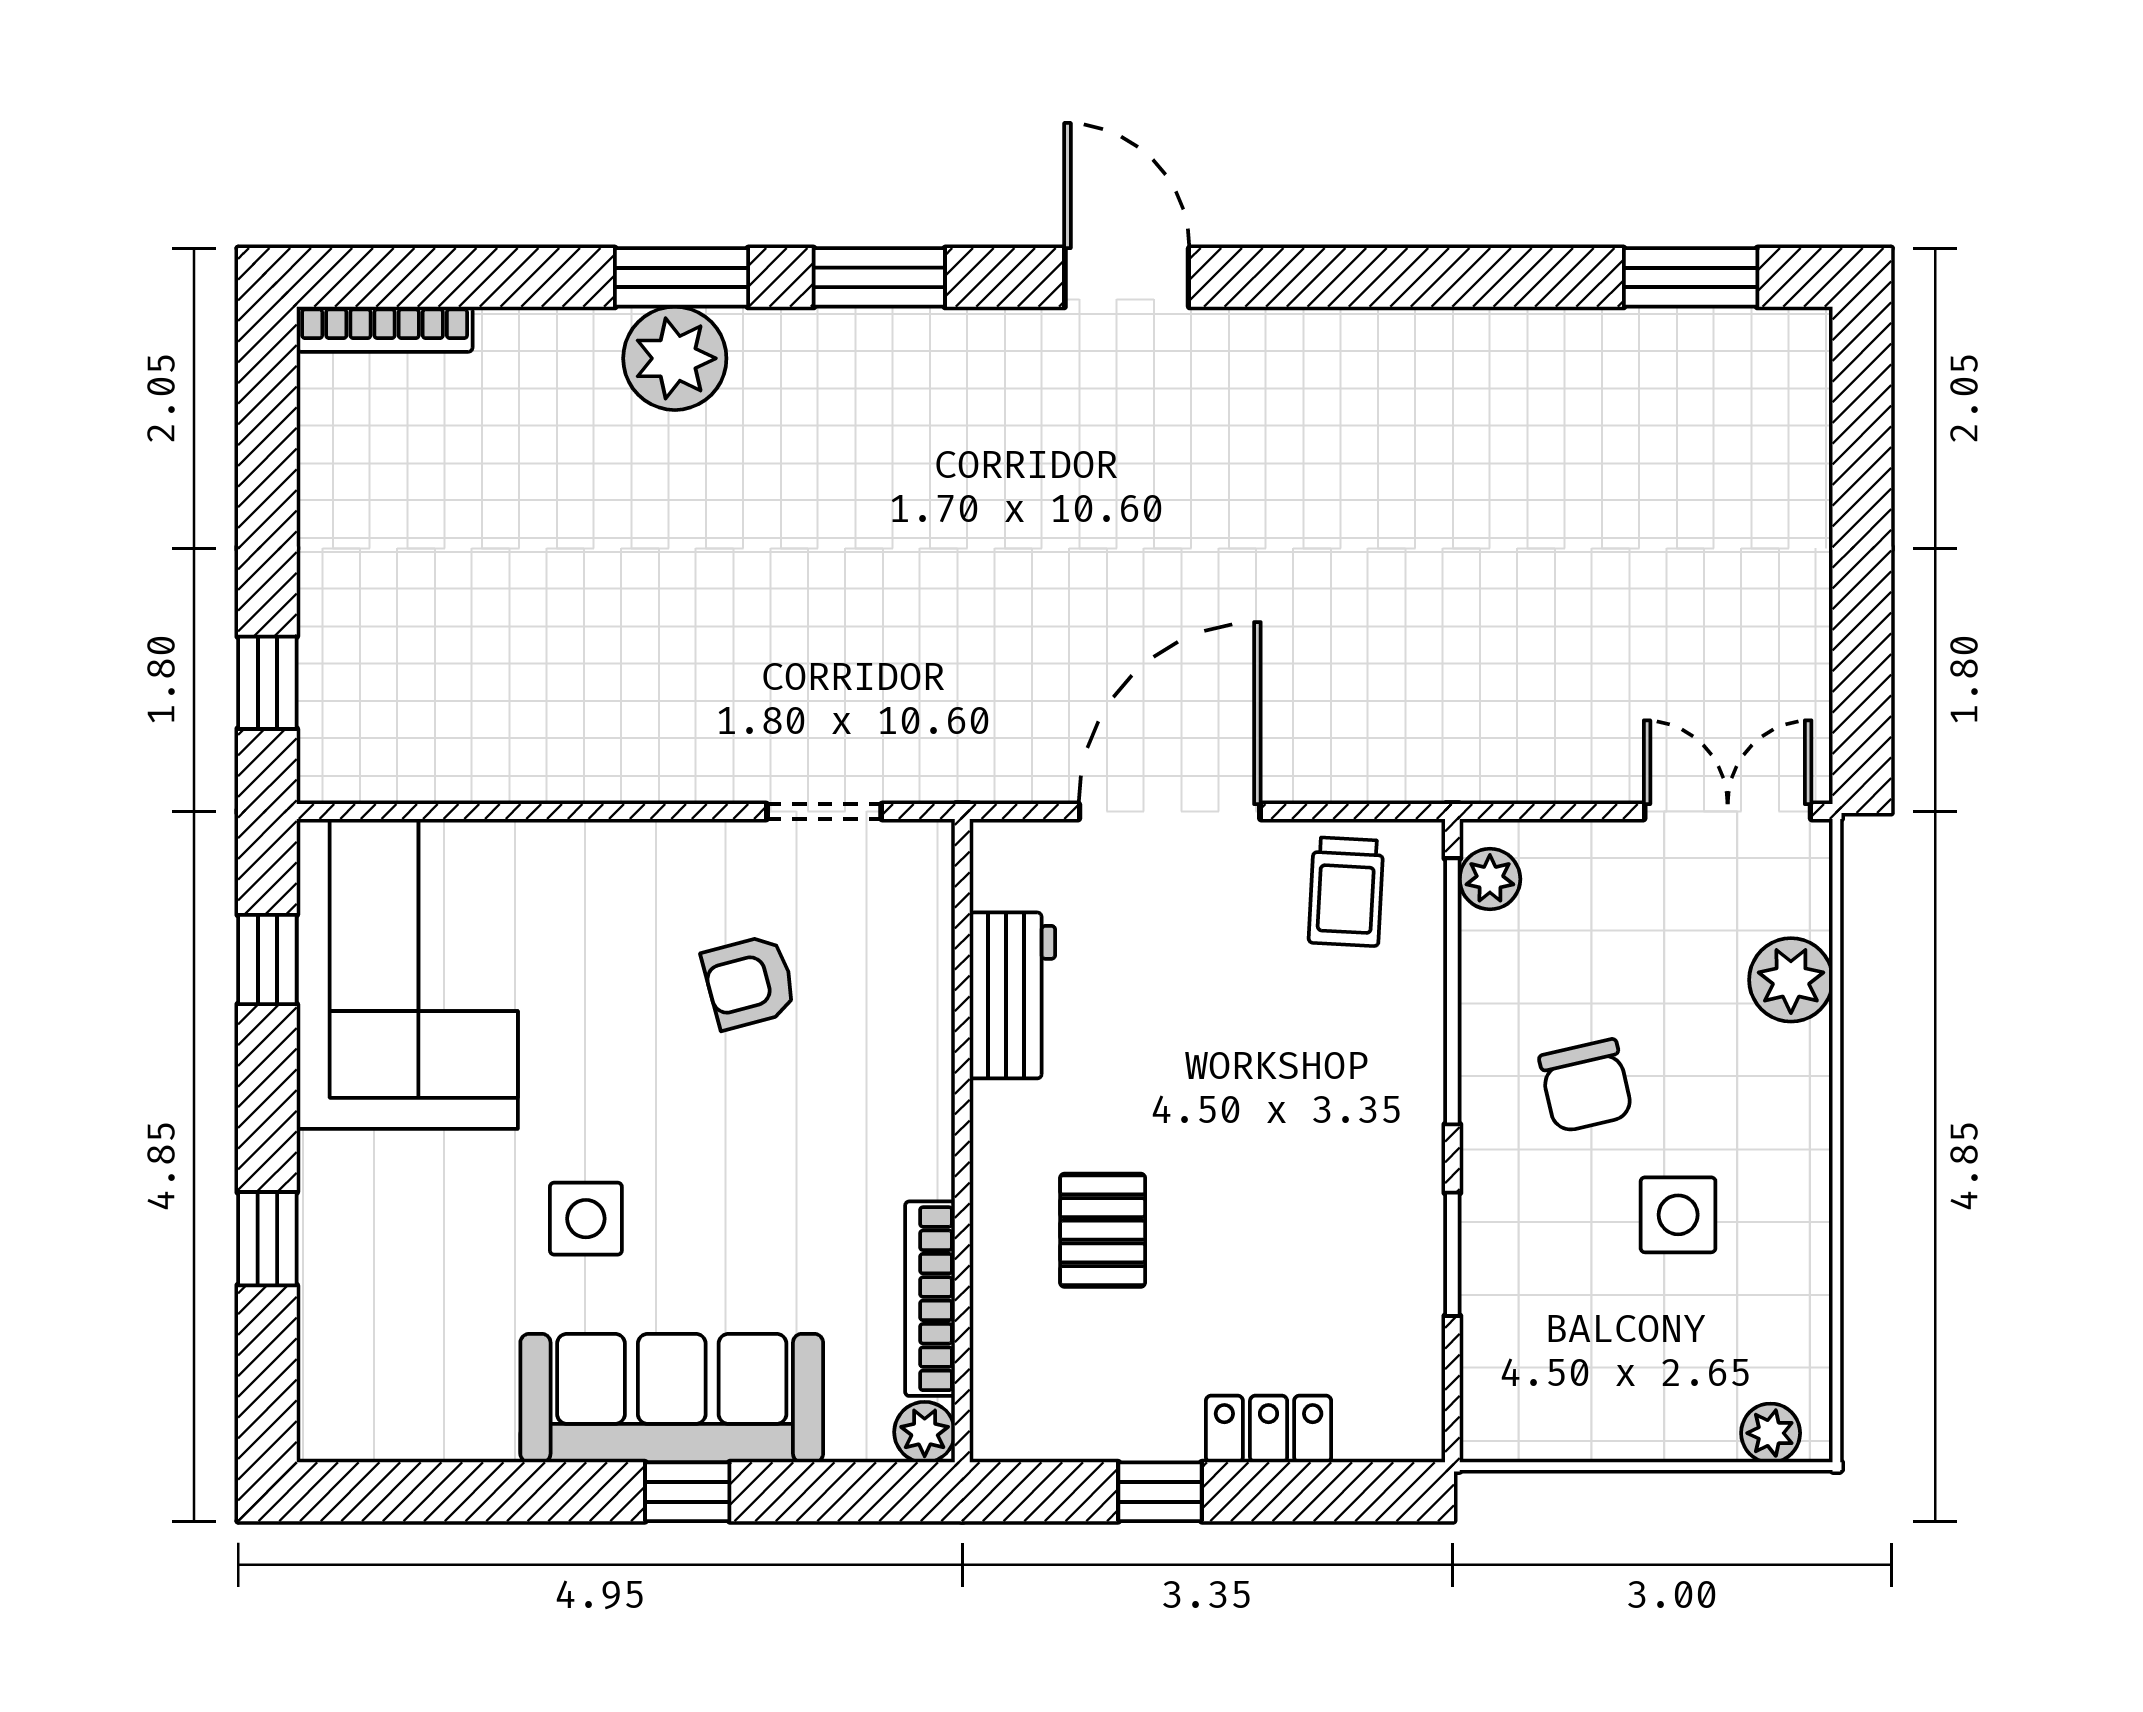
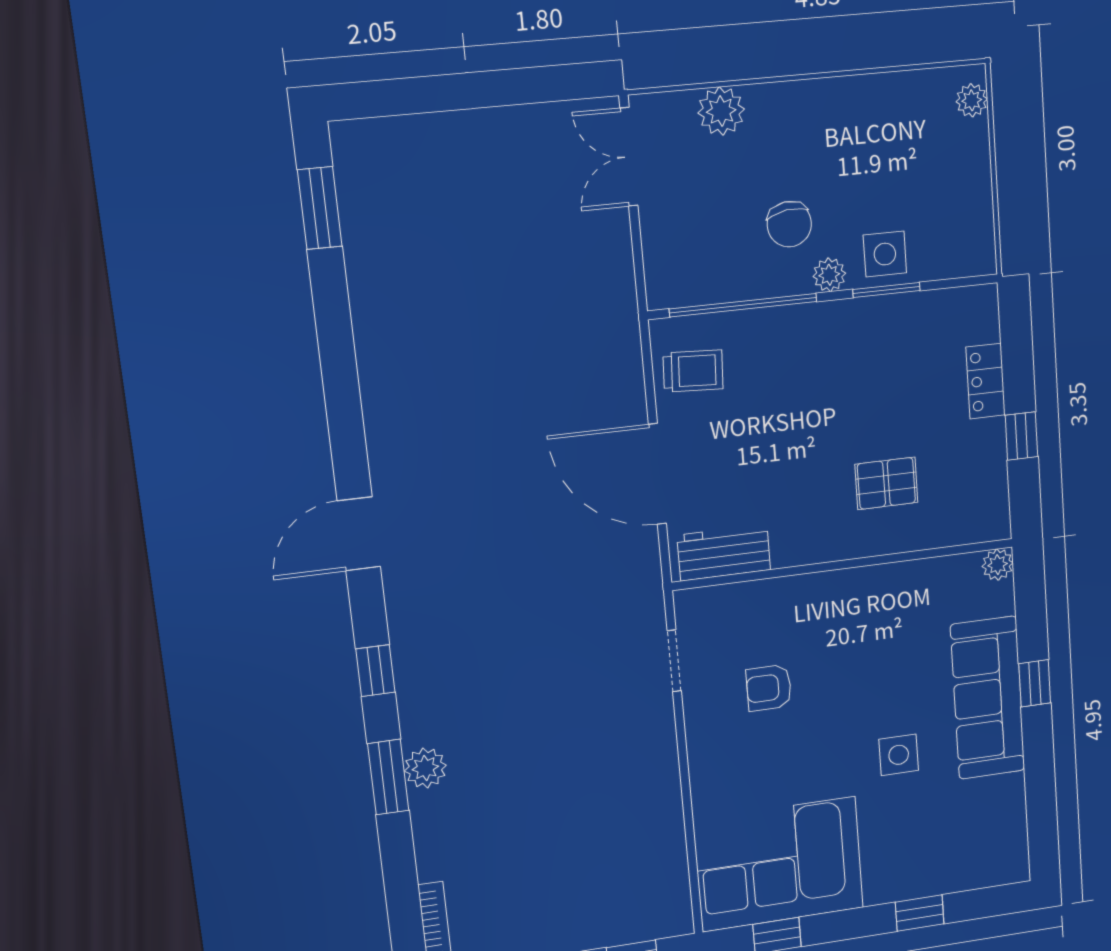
window: (879, 277) -> (375, 671), width x0.67
plant: (675, 358) -> (425, 768), width x0.73, depth x0.73
plant: (1490, 879) -> (829, 275), moved
armchair: (749, 982) -> (769, 688), turned 105
workbench: (1012, 995) -> (724, 553), moved
chair: (1586, 1086) -> (789, 224), turned 95
side table: (1678, 1215) -> (885, 254), moved
bookcase: (930, 1299) -> (928, 571), removed

